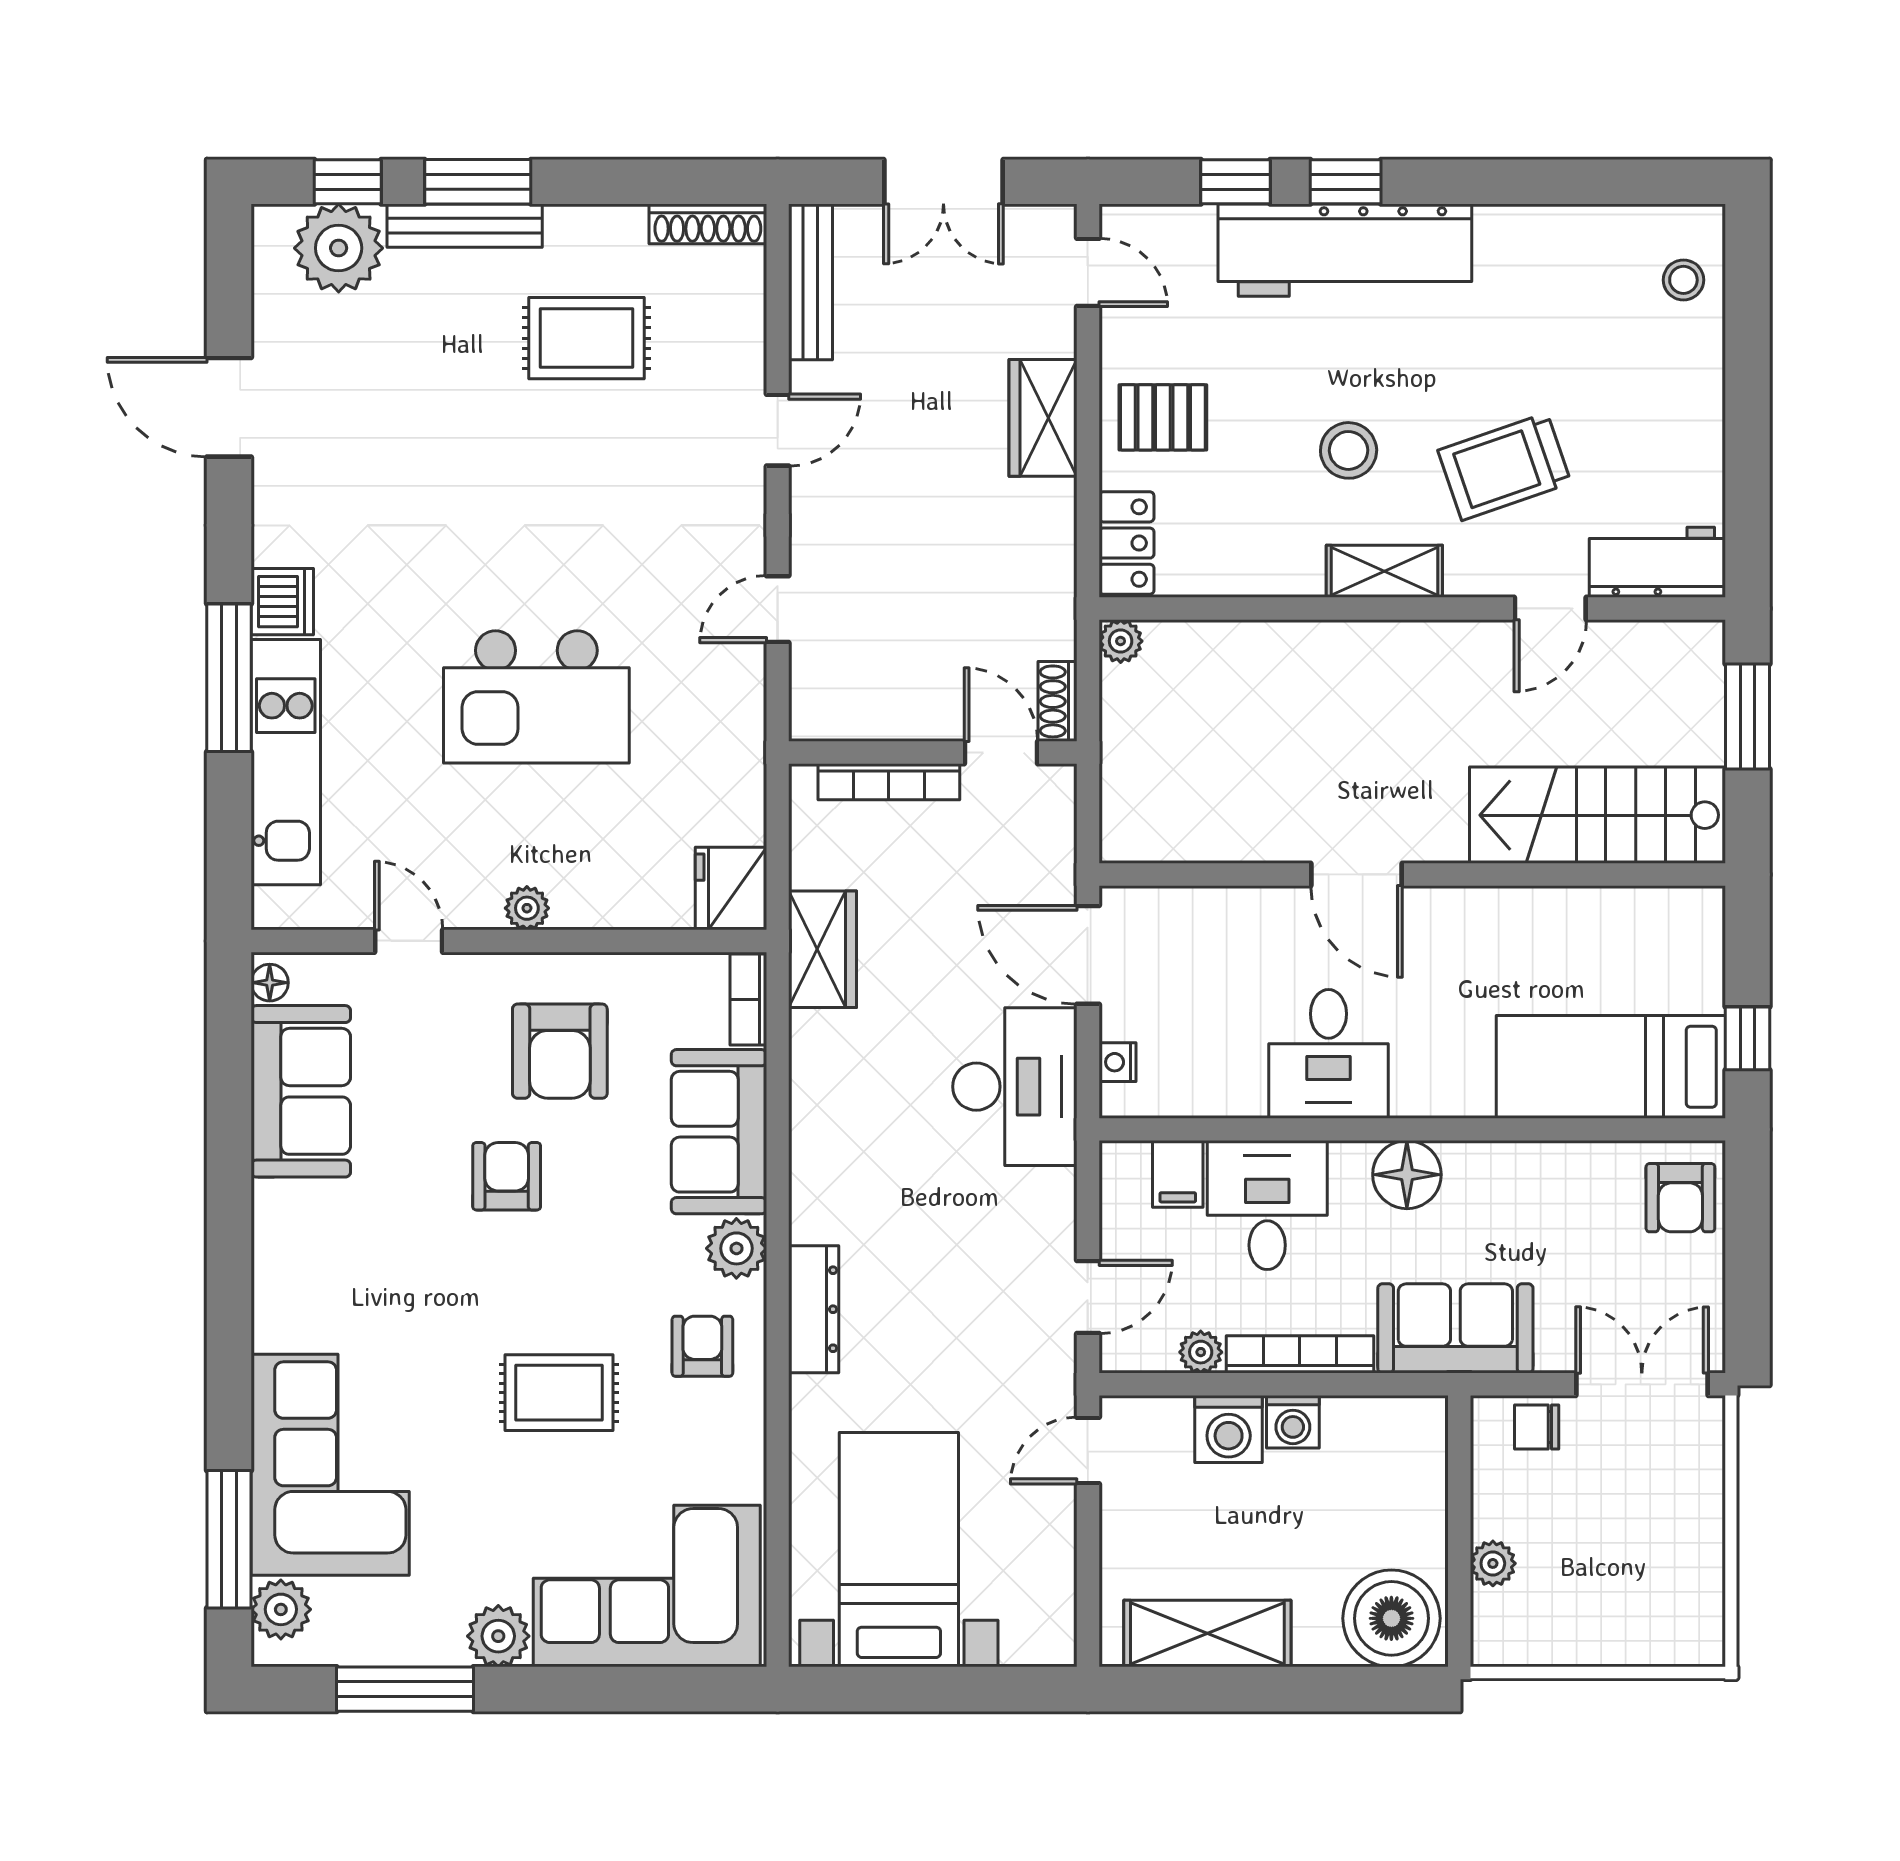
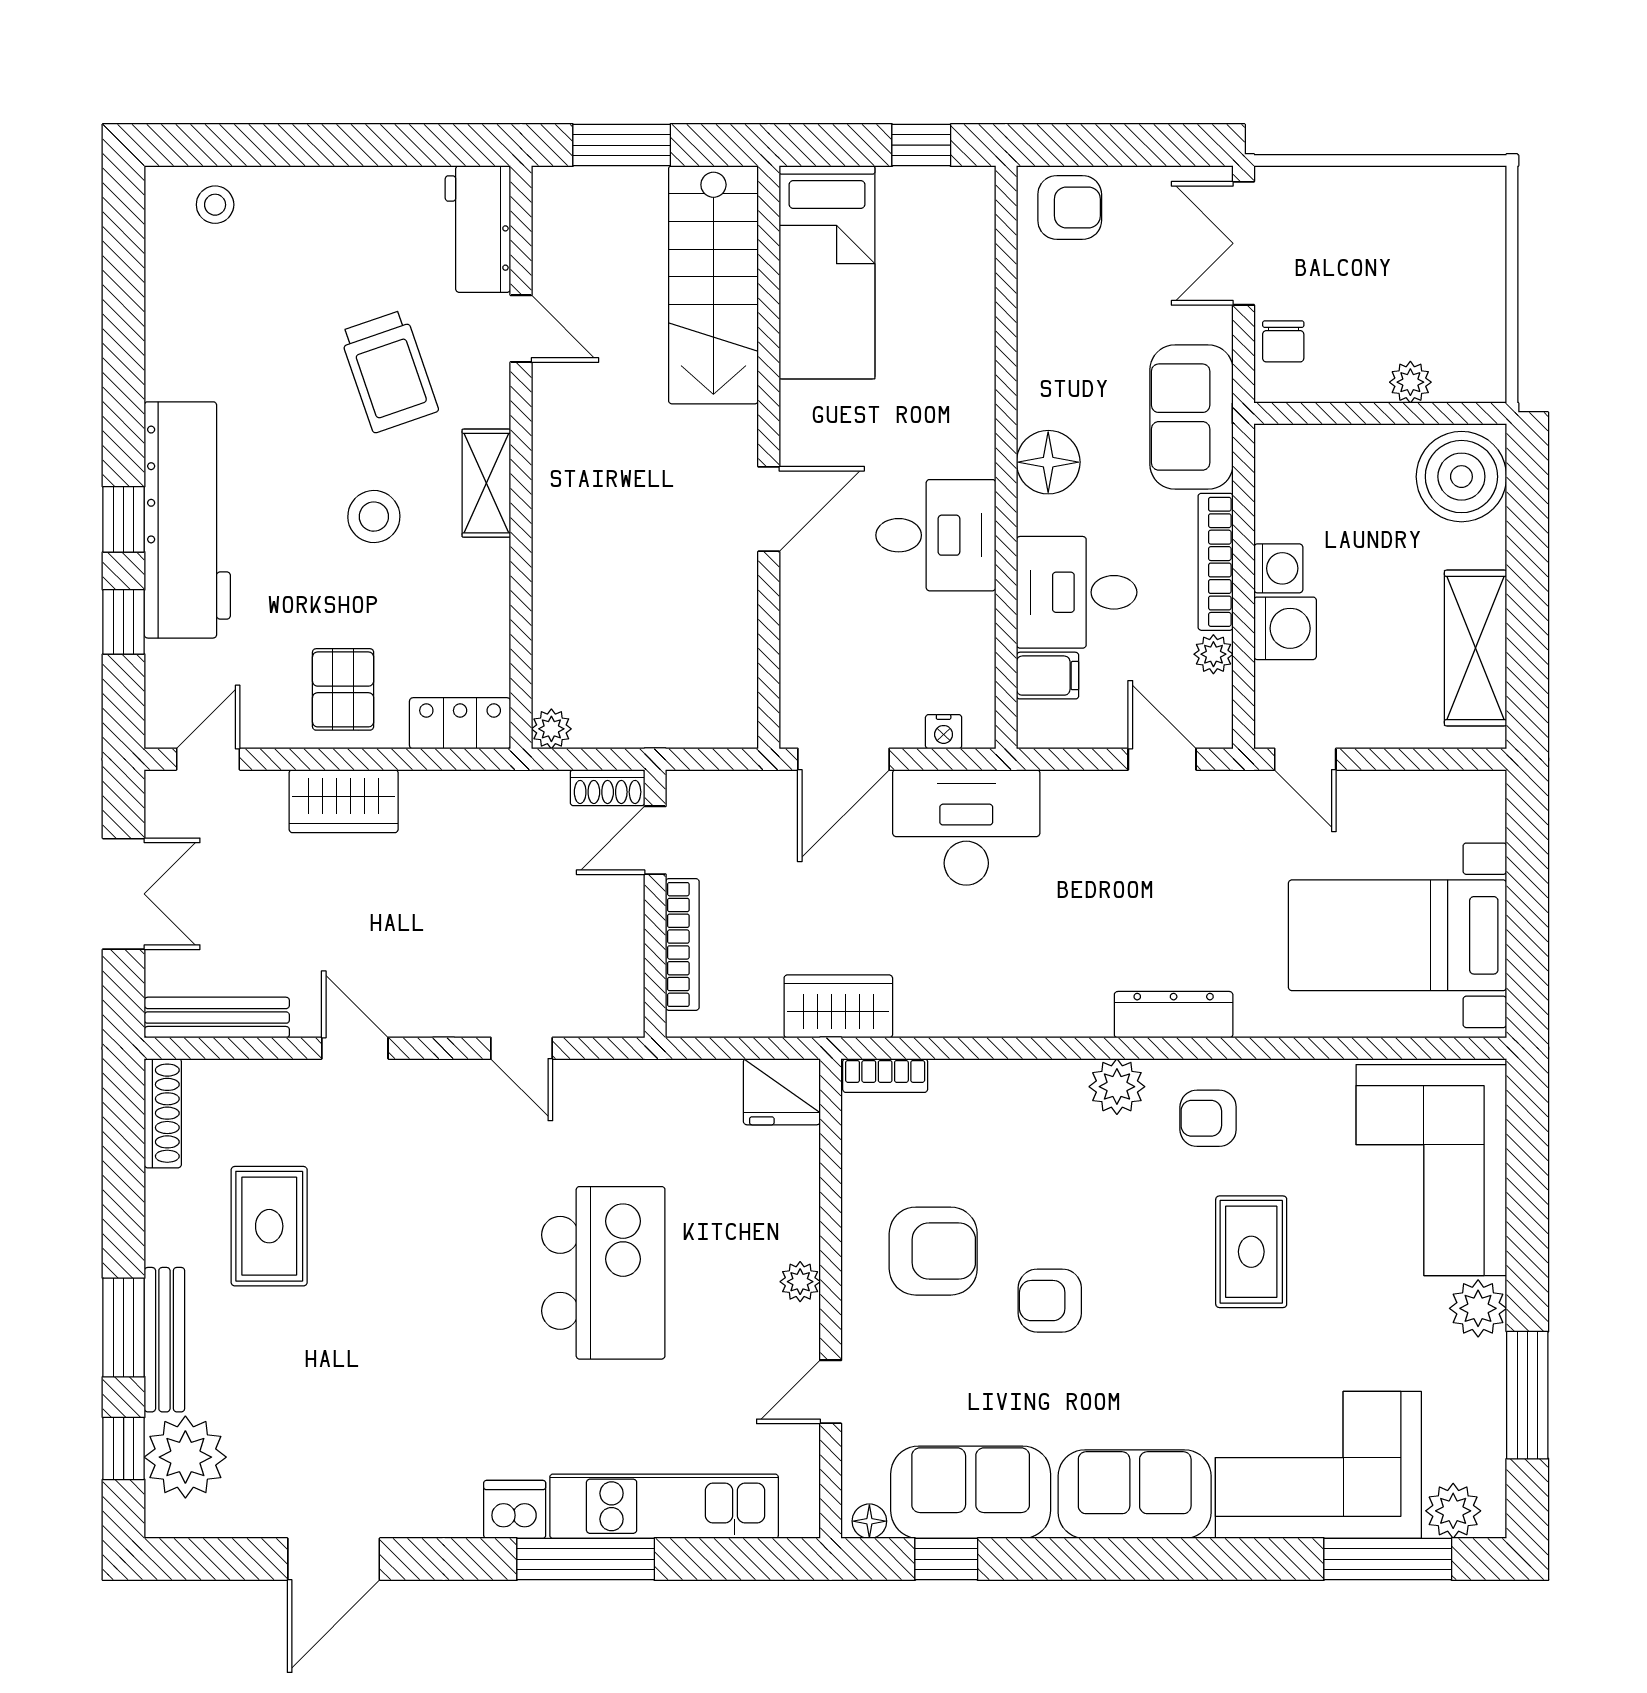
window: (229, 1065) -> (946, 1559), added
bed: (1611, 1067) -> (827, 272), moved
sofa: (719, 1132) -> (1135, 1494), moved, turned 180

